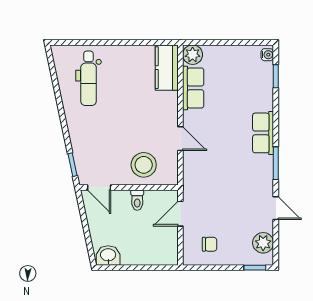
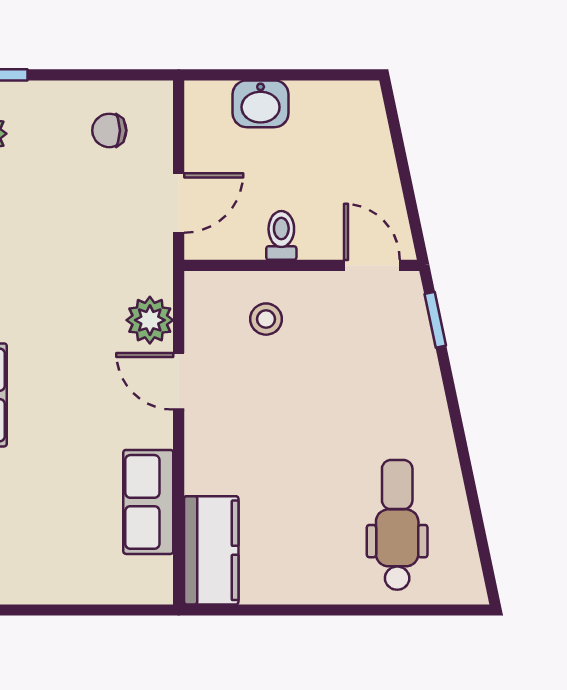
plant: (193, 55) -> (150, 320), moved
stool: (144, 165) -> (266, 319), width x0.53, depth x0.53
washbasin: (108, 255) -> (261, 104), moved

